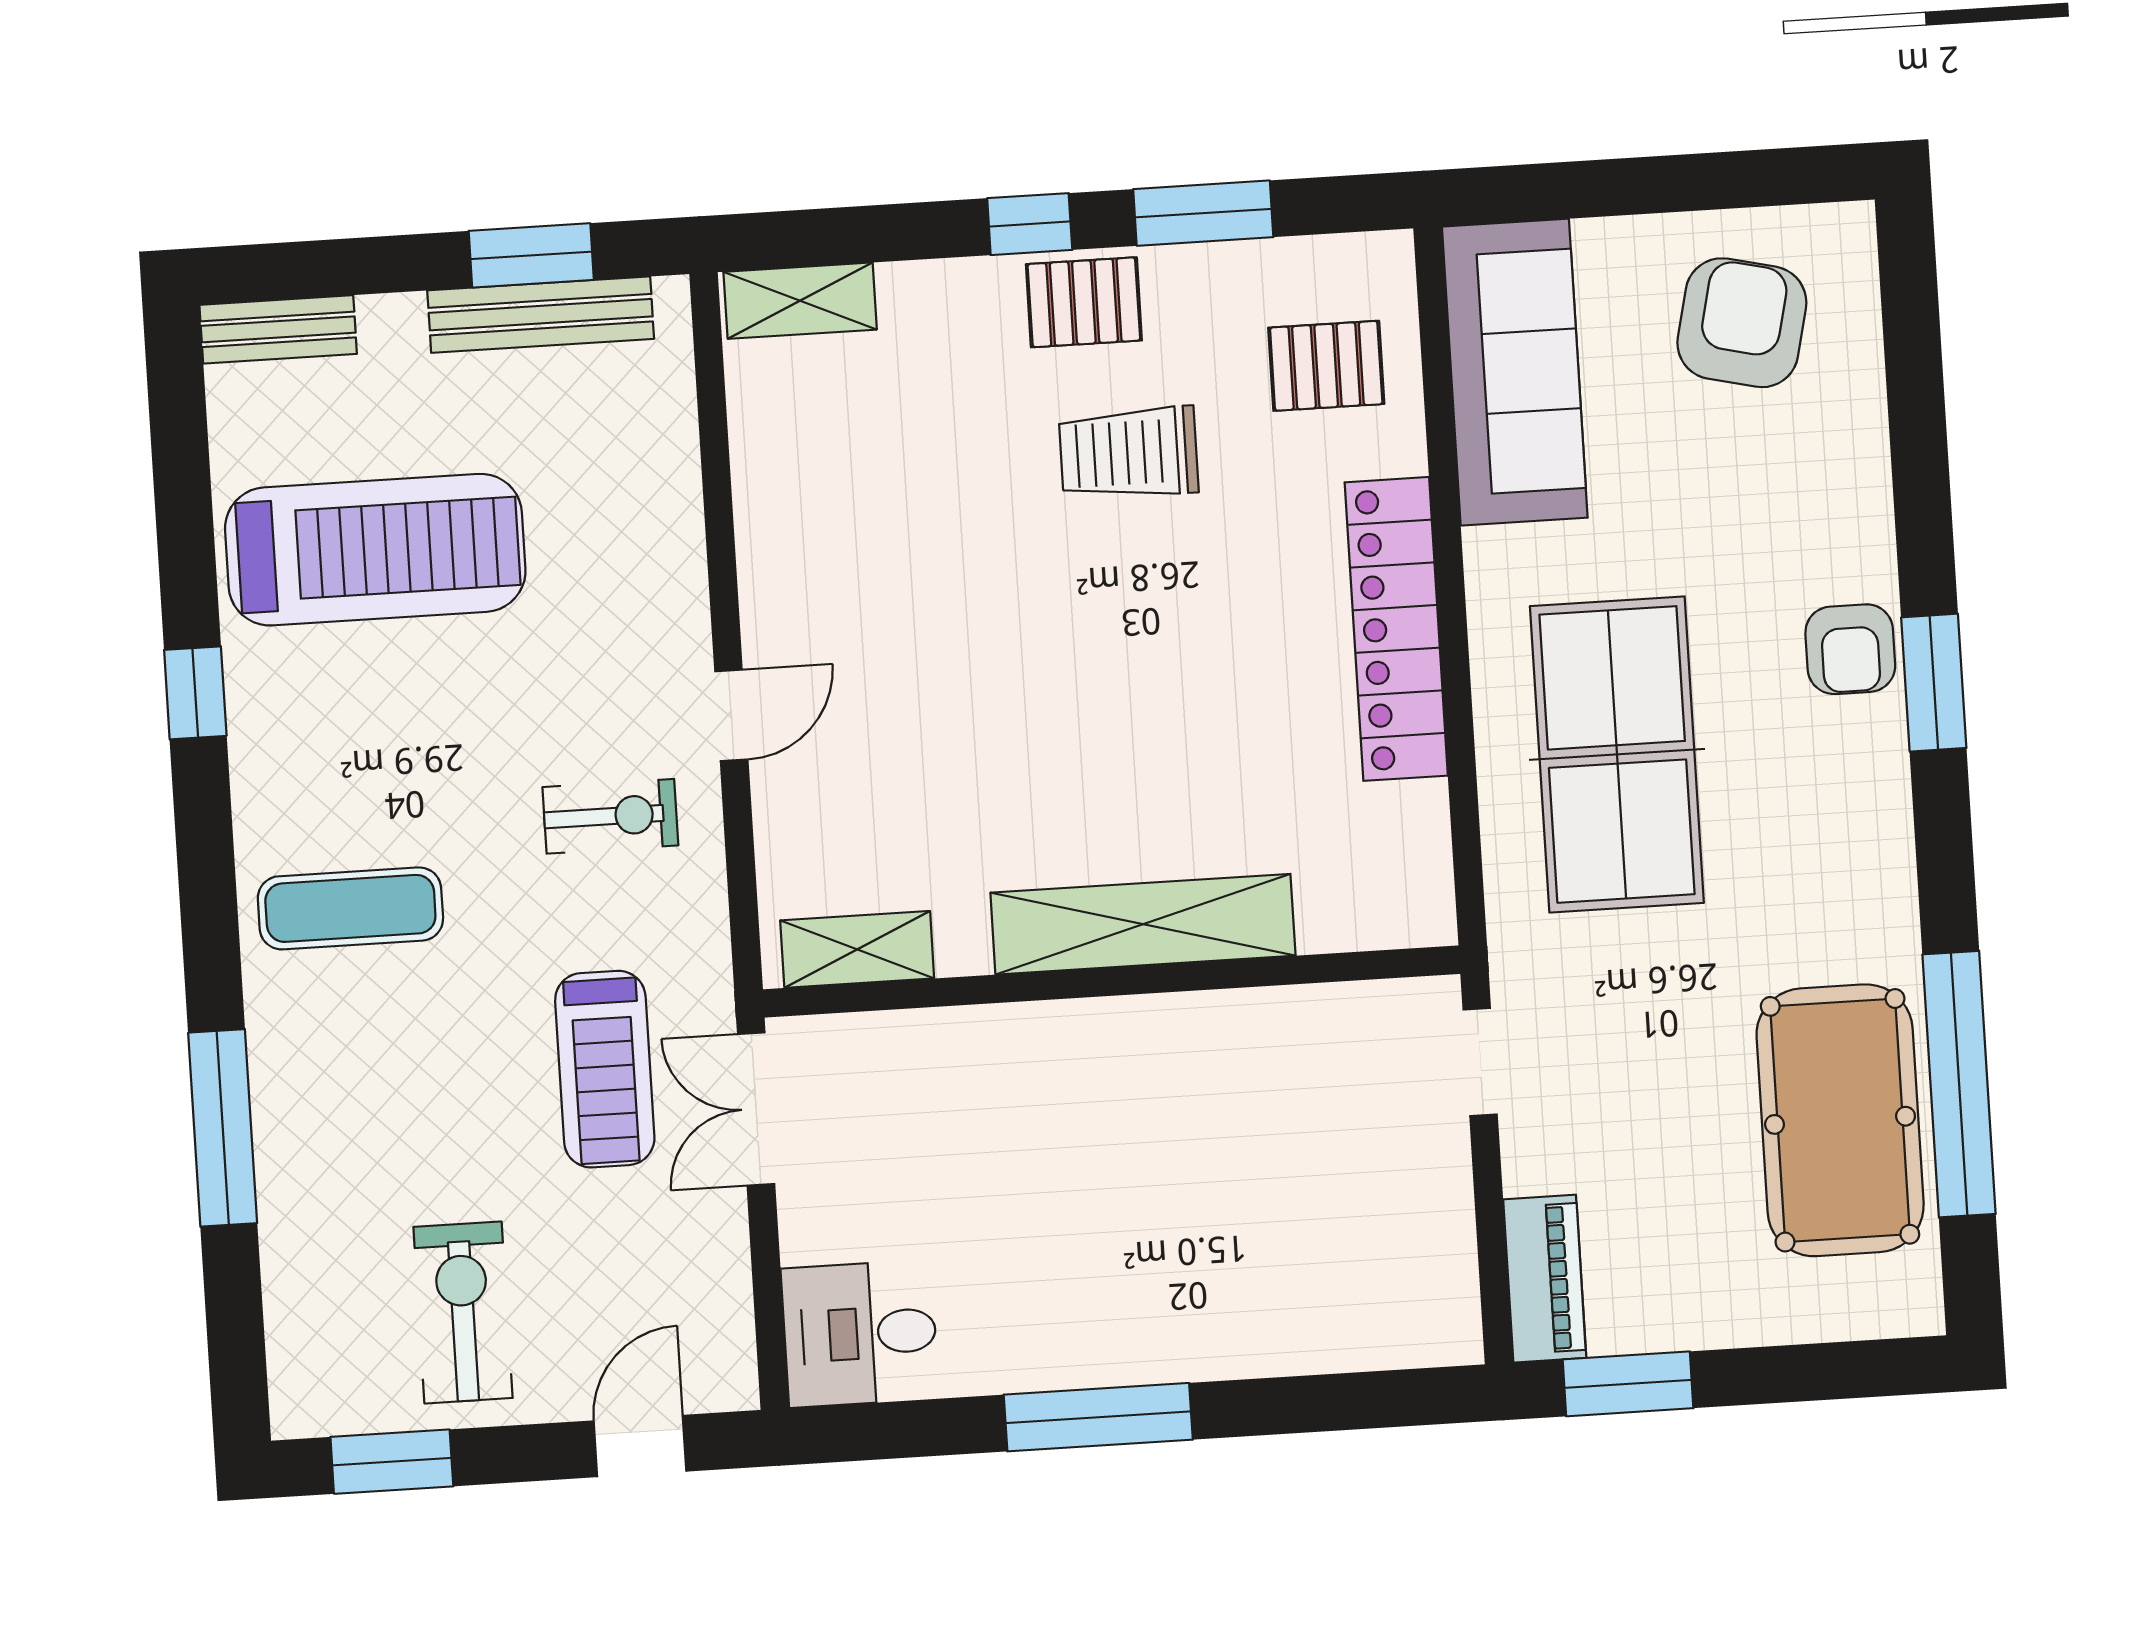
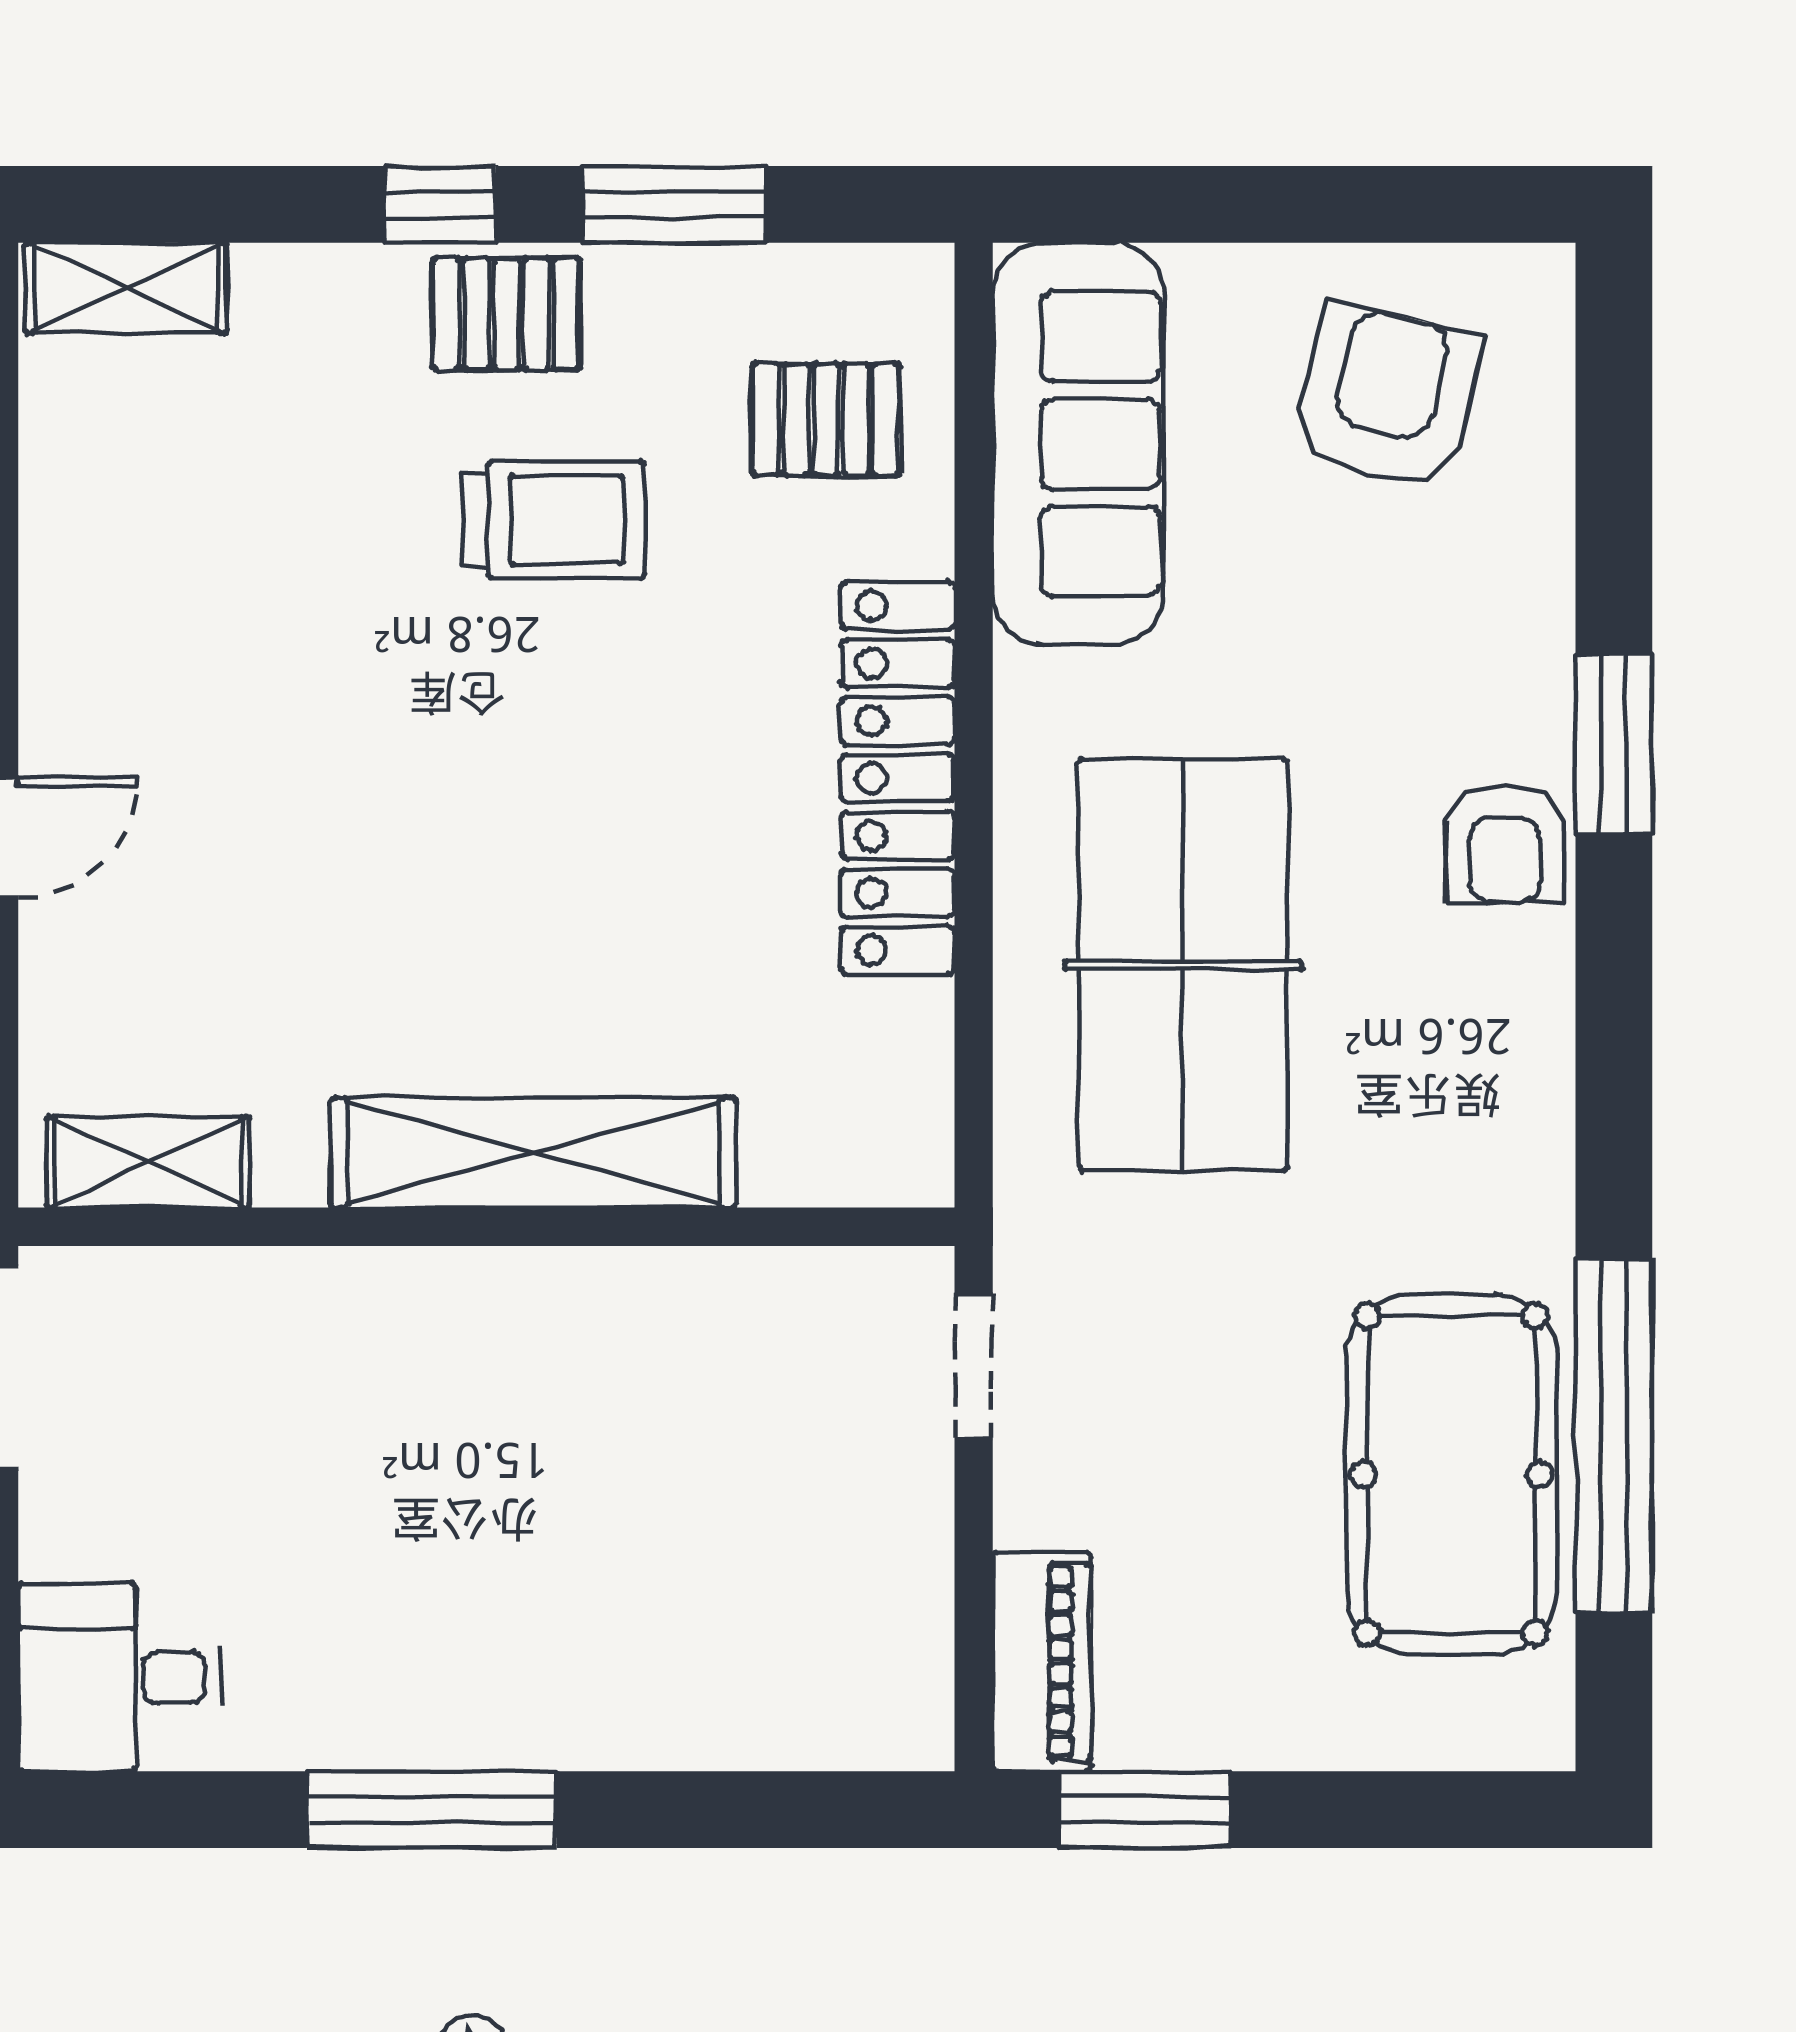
trolley: (1129, 453) -> (554, 520), turned 180
window: (1934, 683) -> (1614, 744), moved

